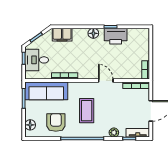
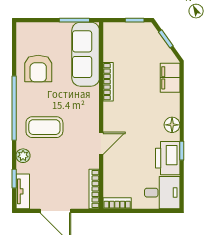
desk: (37, 60) -> (162, 193), moved, turned 90
coffee table: (87, 111) -> (44, 127), moved
armchair: (56, 122) -> (38, 69), turned 90
floor lamp: (30, 125) -> (35, 30), removed

